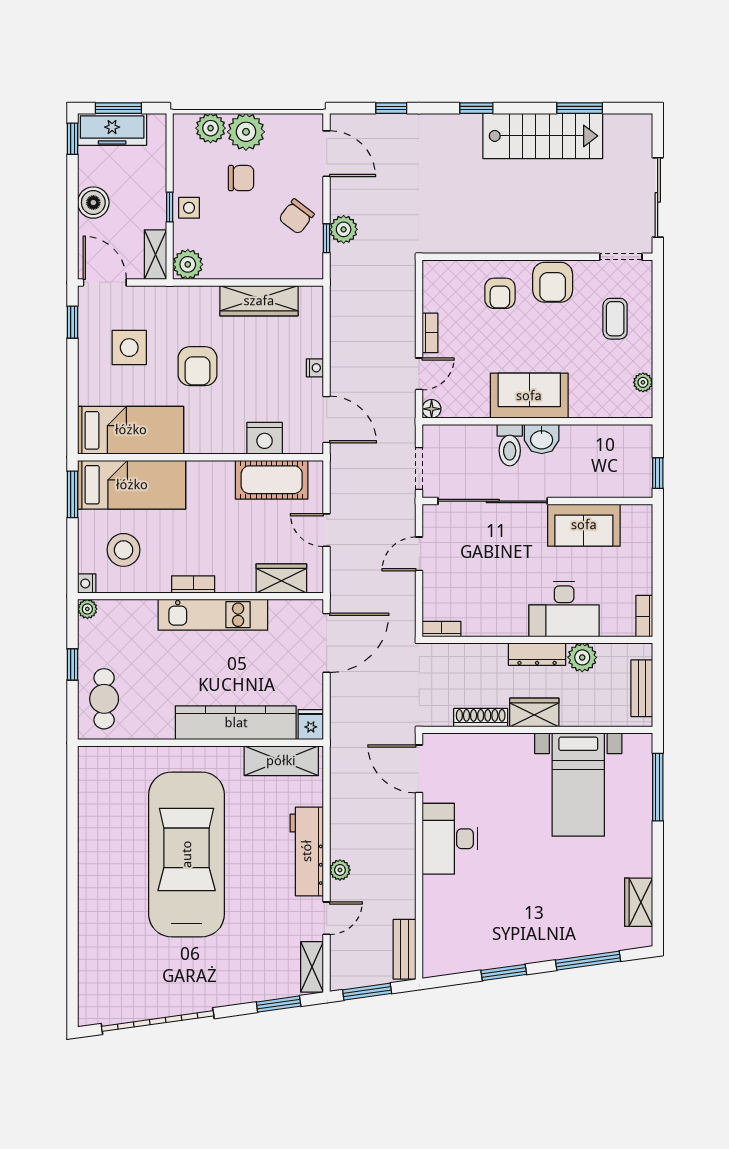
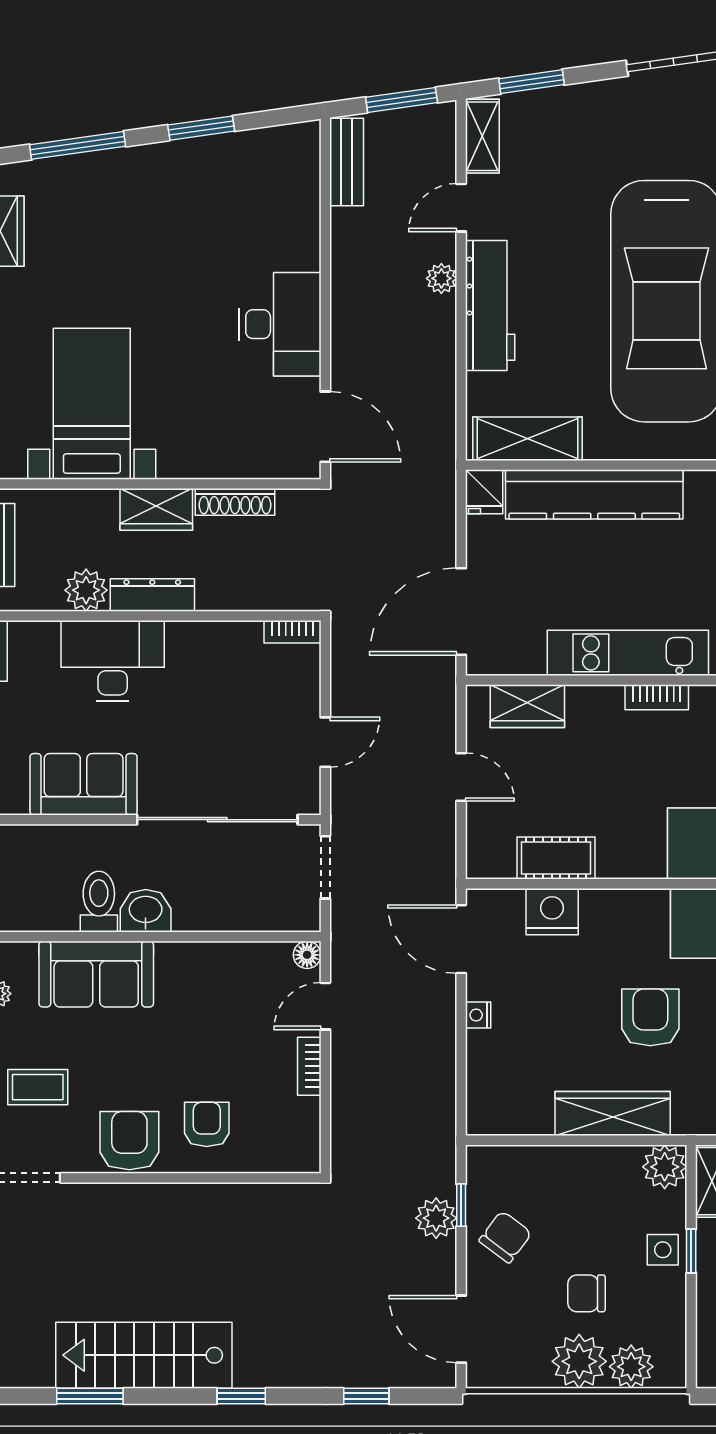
wardrobe: (259, 301) -> (613, 1114), moved
coffee table: (615, 319) -> (38, 1087), turned 90
sofa: (529, 396) -> (96, 974), moved
toilet: (510, 445) -> (99, 902), moved
cot: (272, 480) -> (556, 858), width x0.73, depth x0.75

